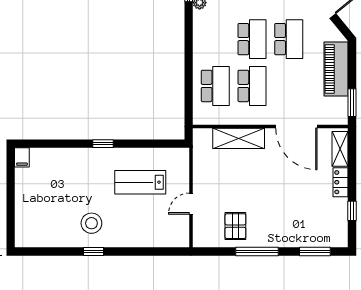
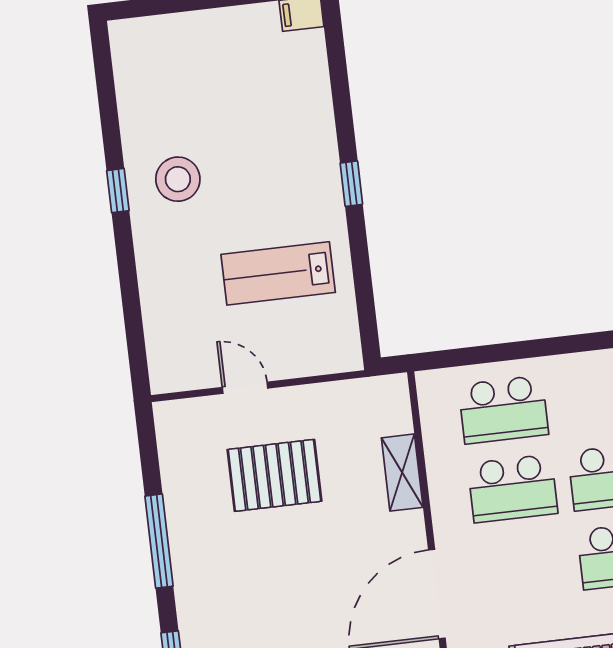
shelving: (239, 138) -> (402, 473), width x0.67, depth x0.75
lab bench: (140, 182) -> (278, 273), turned -90
pallet: (235, 226) -> (274, 475), moved, width x1.50, depth x1.42

